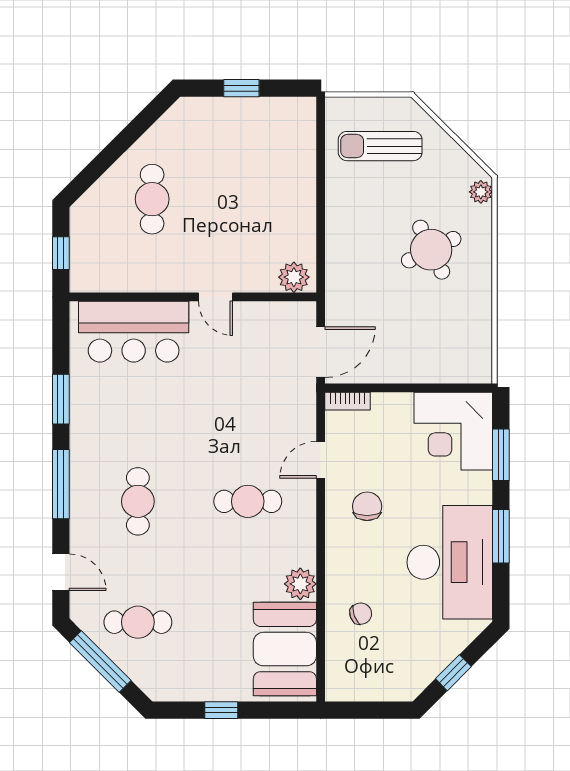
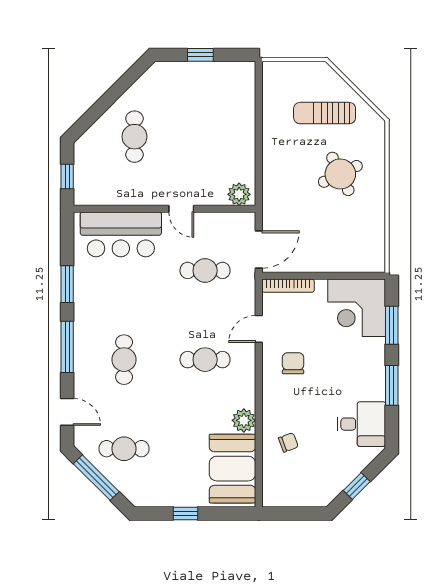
sun lounger: (380, 146) -> (325, 113), moved
plant: (481, 192) -> (377, 131), removed
cafe table: (248, 381) -> (205, 270), added
bookcase: (347, 401) -> (288, 286), width x1.56
desk: (450, 562) -> (361, 424), width x0.53, depth x0.77

